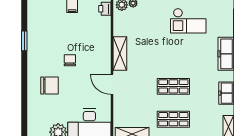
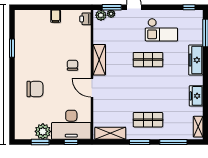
chair: (70, 60) -> (72, 65), moved
shop shelf: (173, 86) -> (148, 60), moved

